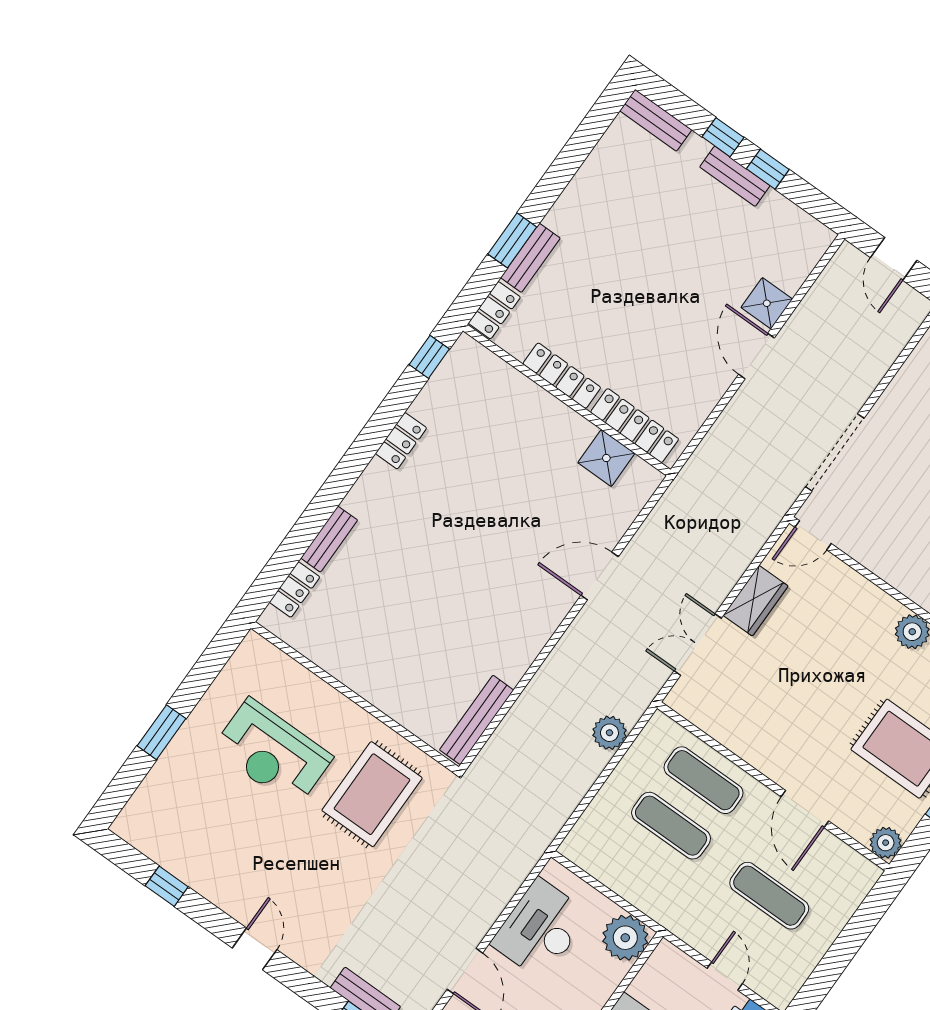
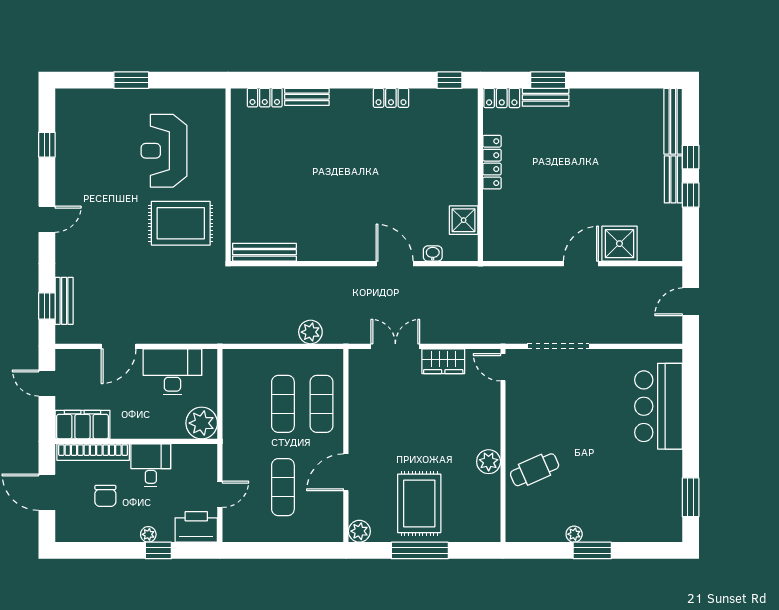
bench: (656, 120) -> (673, 121), width x1.36
shower: (767, 303) -> (619, 244), width x1.36, depth x1.36
locker: (635, 426) -> (493, 223), removed
washbasin: (620, 523) -> (433, 254), added

